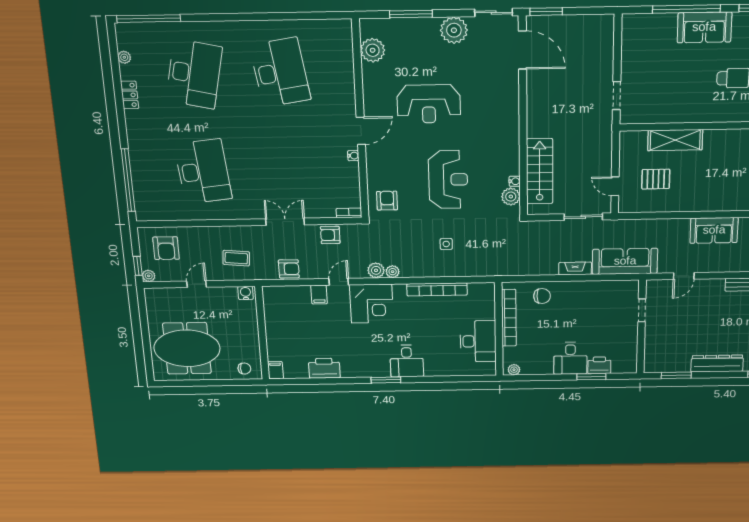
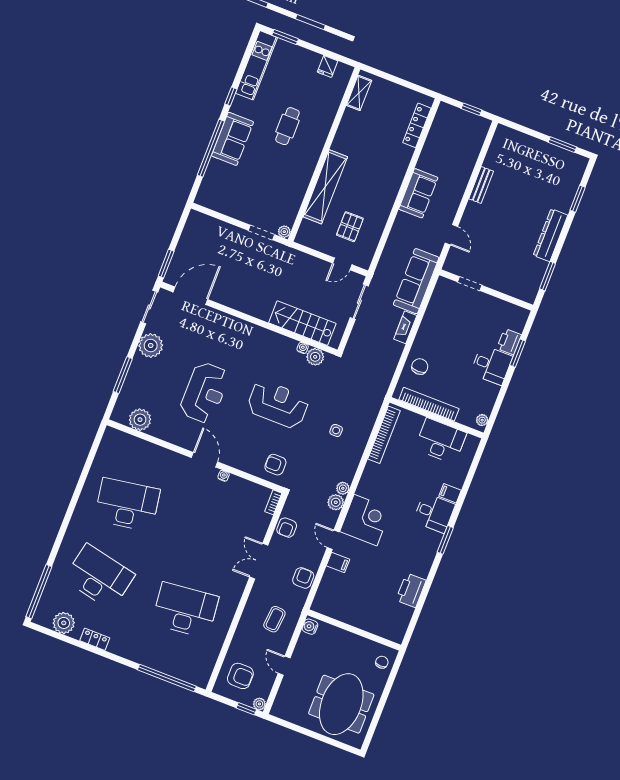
plant: (124, 57) -> (64, 623), width x1.87, depth x1.87
plant: (626, 118) -> (284, 232), added
shelving: (675, 140) -> (325, 187), width x1.47
bookcase: (437, 289) -> (384, 435), moved
filing cabinet: (275, 370) -> (450, 493), moved

